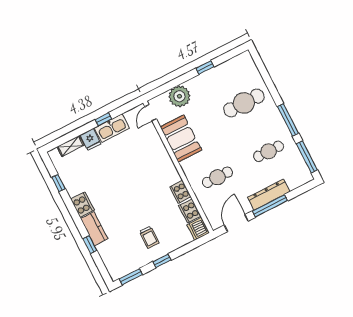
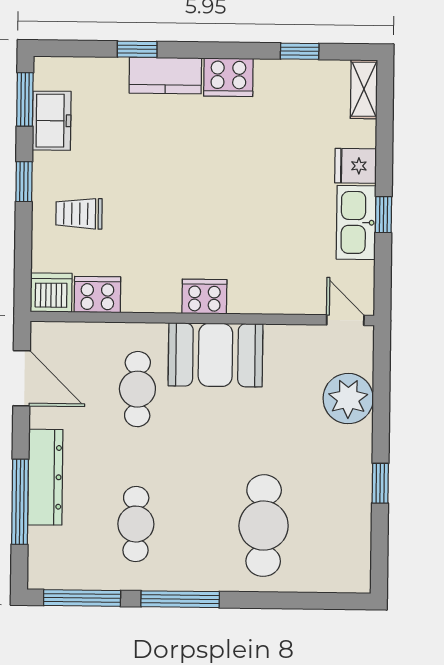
booth: (181, 138) -> (215, 355), moved
shelving: (71, 146) -> (364, 89), moved
cooker: (180, 192) -> (204, 296), moved
window: (270, 206) -> (20, 502), moved
trolley: (149, 237) -> (79, 214), moved
freezer: (134, 262) -> (52, 121), added

